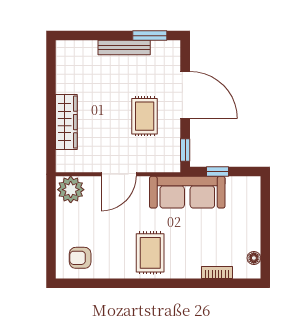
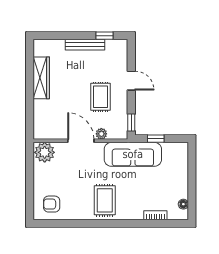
window: (150, 36) -> (104, 36), width x0.67
door: (185, 95) -> (131, 81), width x0.53
wardrobe: (66, 122) -> (41, 78), moved
plant: (146, 165) -> (101, 134), added
door: (119, 174) -> (81, 141), swing flipped

